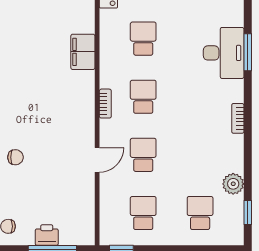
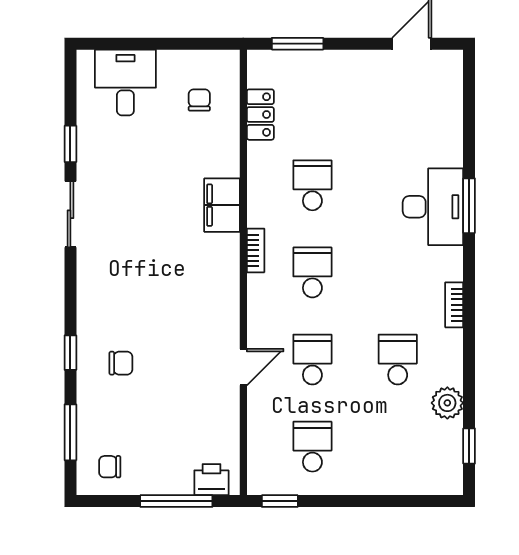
bookcase: (105, 104) -> (256, 250), moved
school desk: (200, 213) -> (398, 360), moved
printer: (47, 235) -> (211, 480), moved

